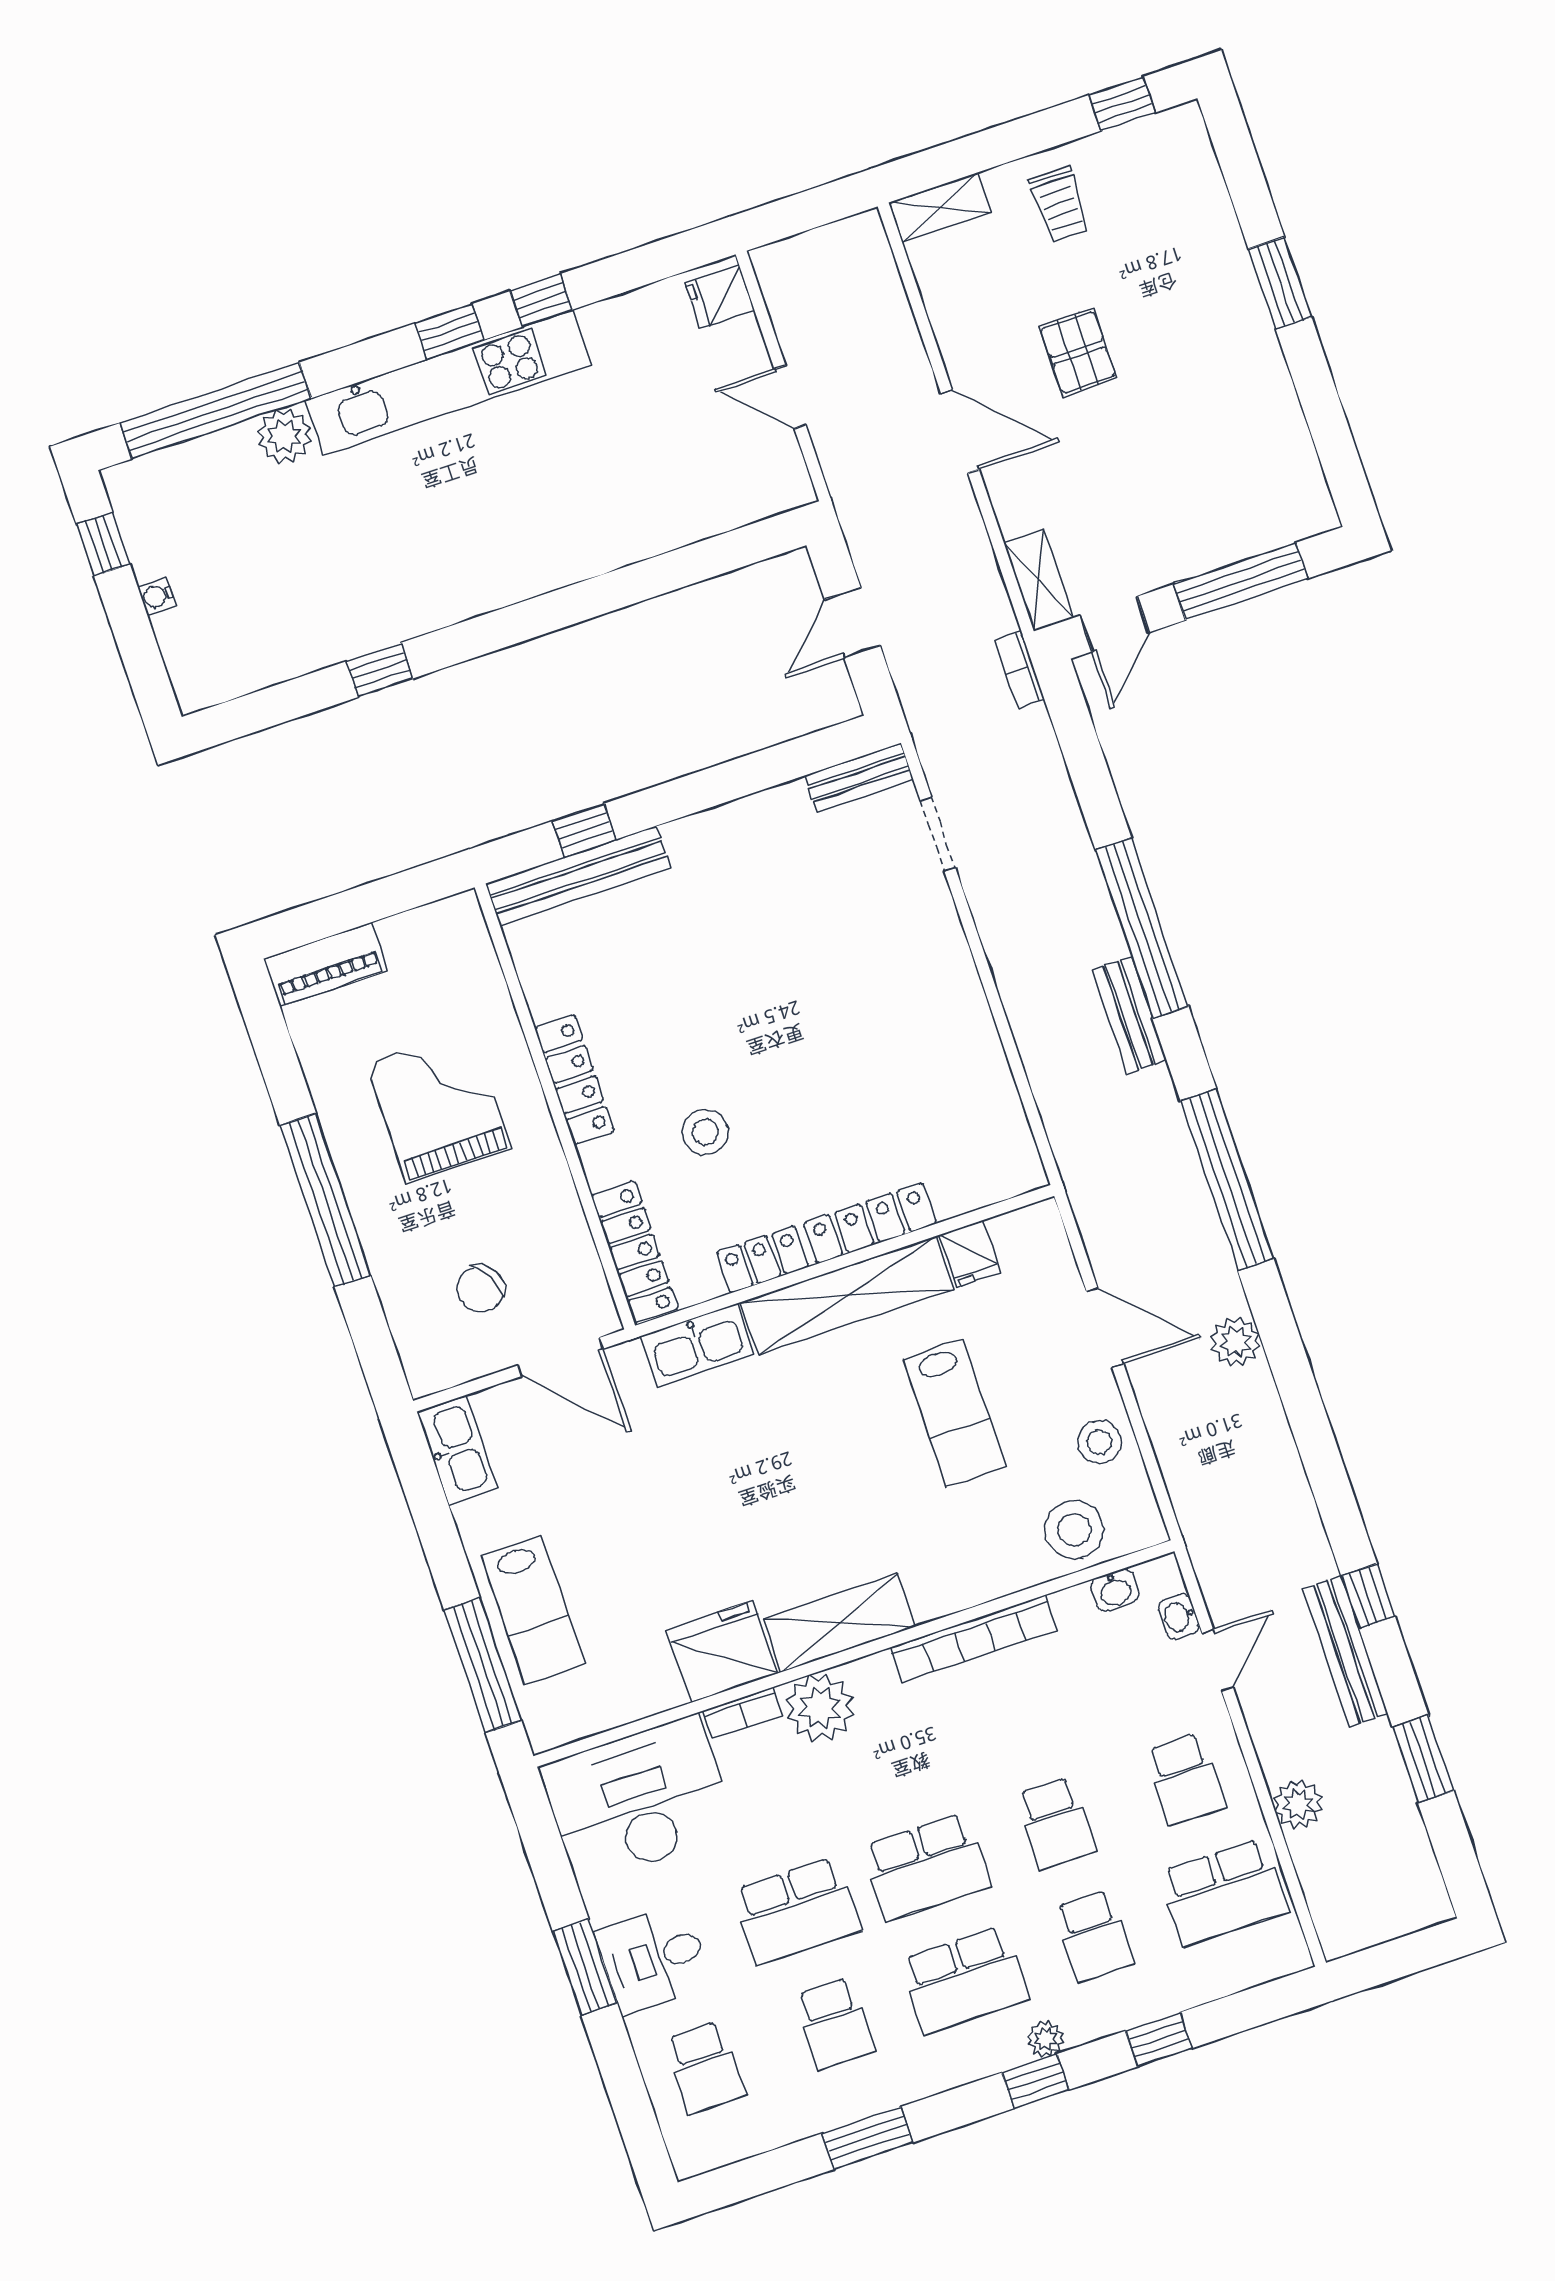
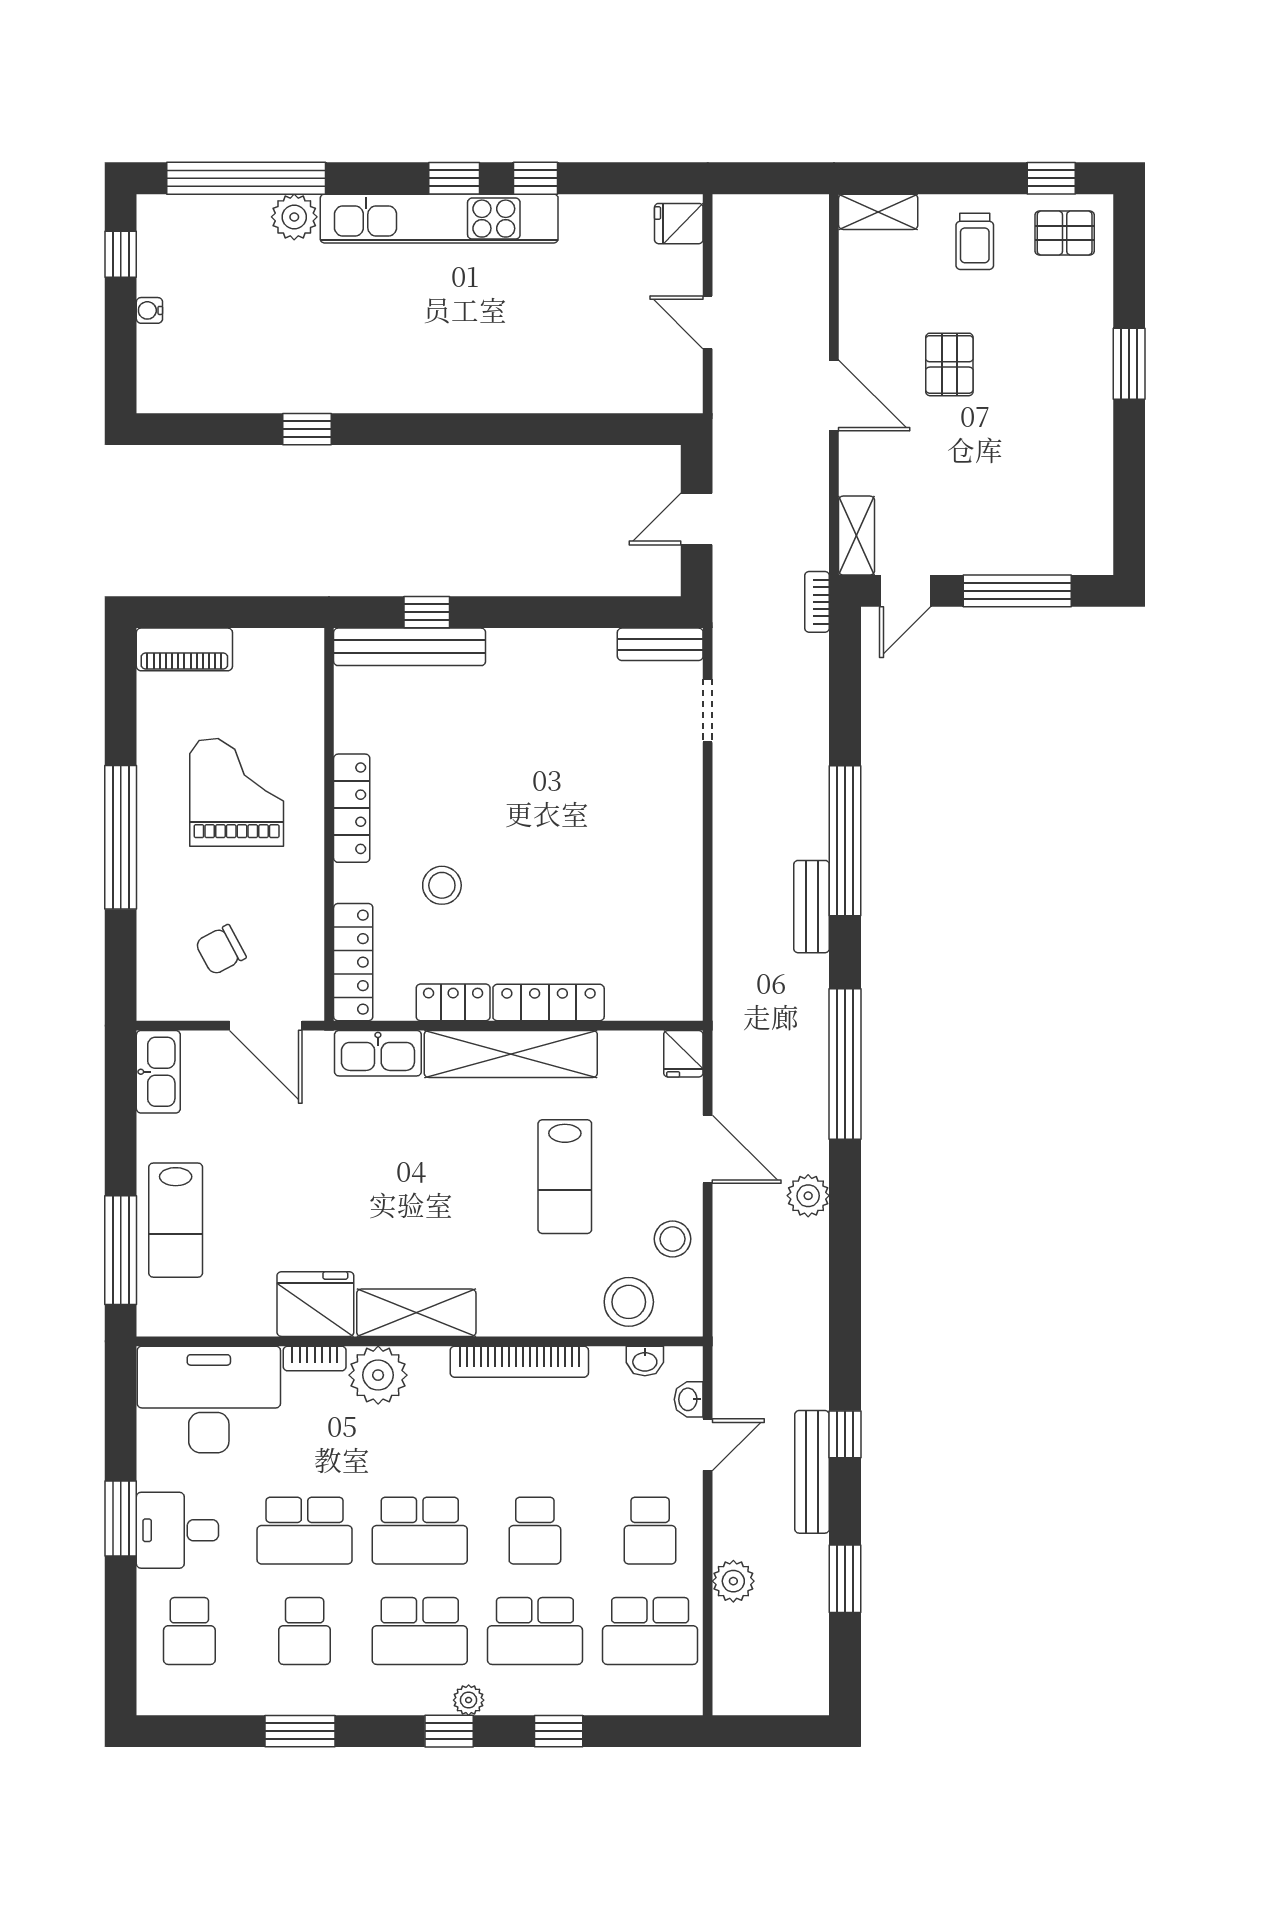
pallet: (1158, 160) -> (1065, 233), added
fridge: (970, 1254) -> (683, 1054), moved
school desk: (1094, 1936) -> (535, 1631), width x1.85

